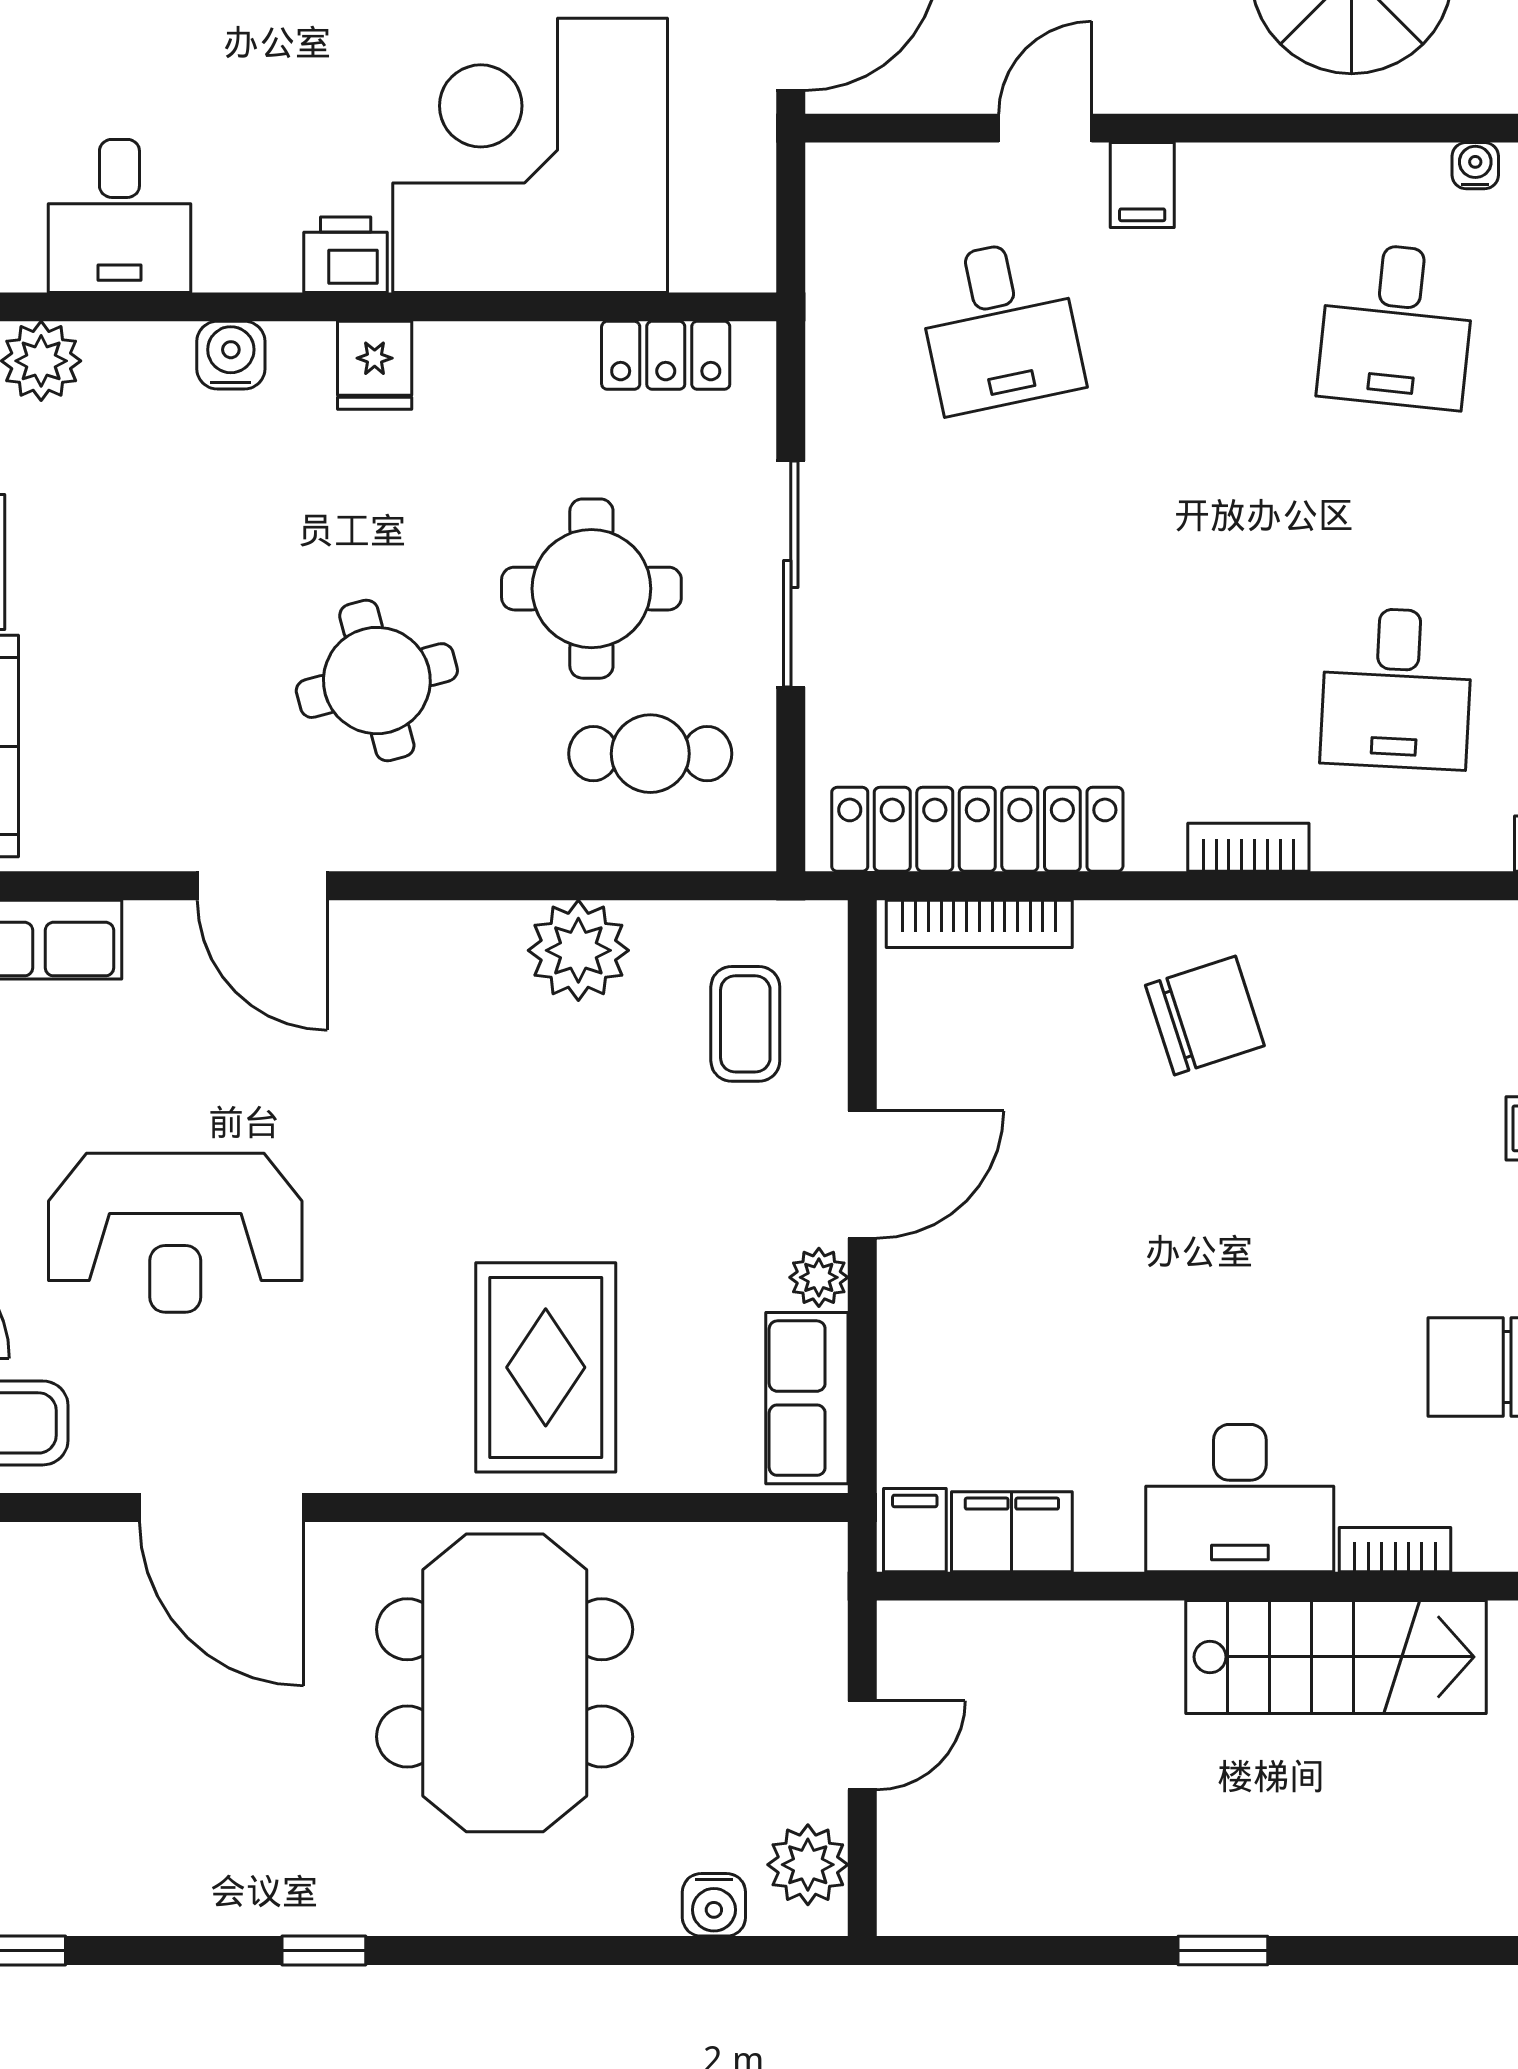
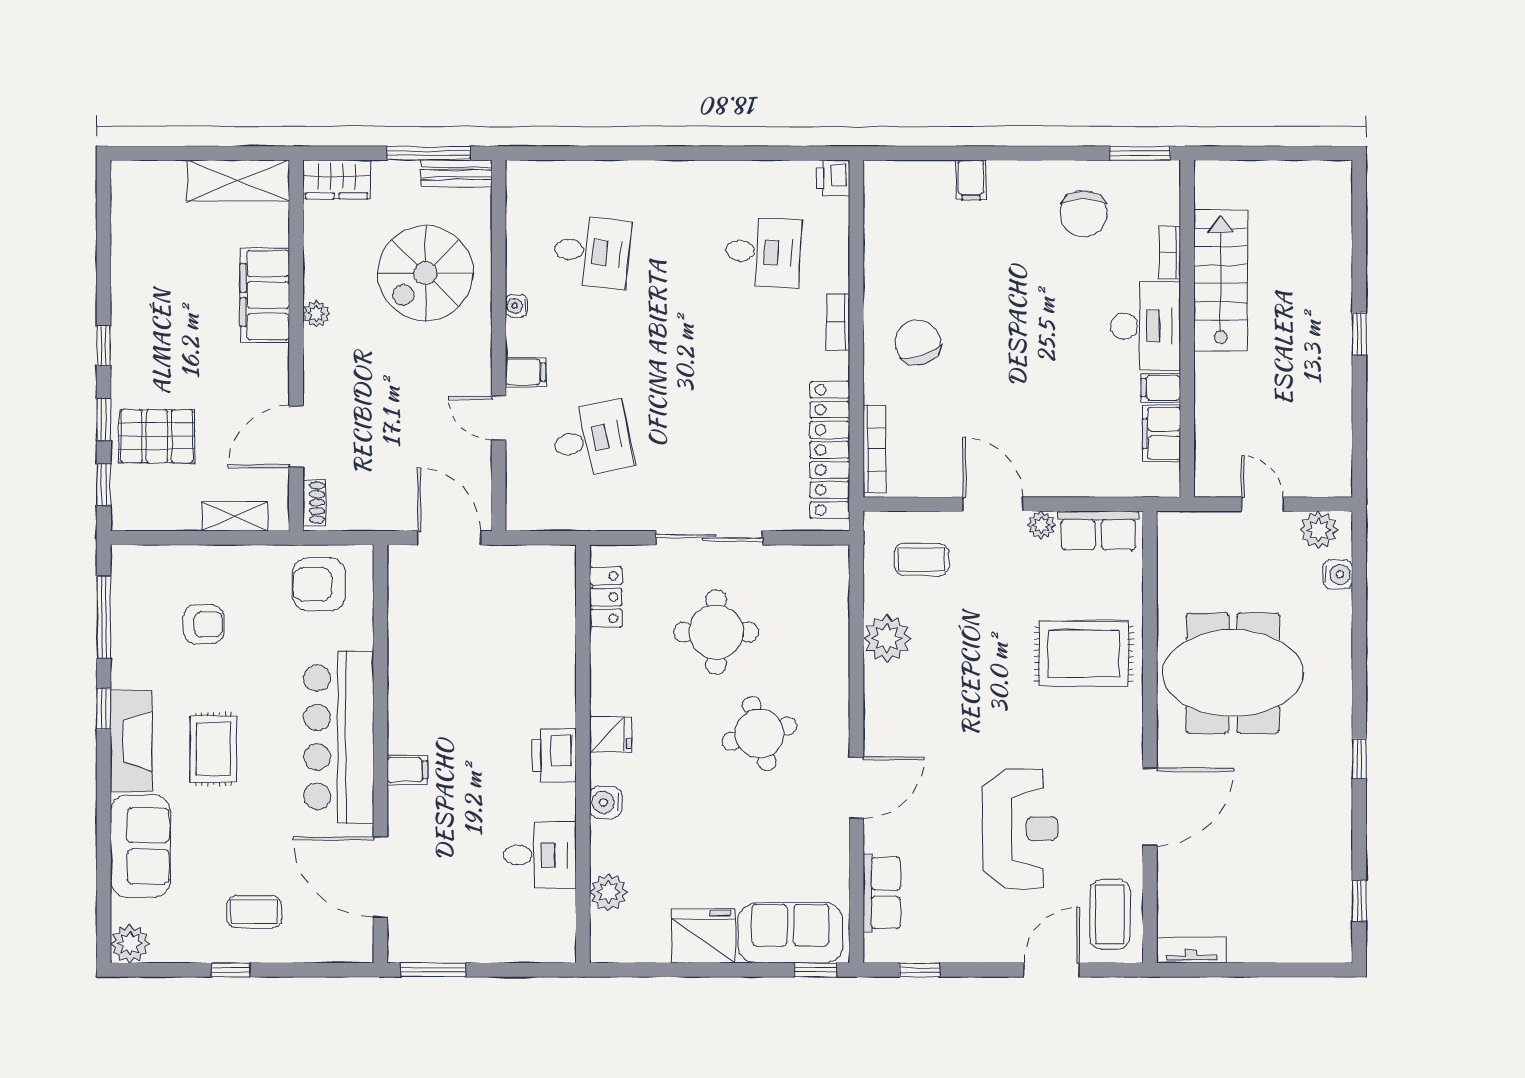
corner desk: (530, 155) -> (511, 661), removed
water cooler: (1475, 166) -> (516, 306), moved
printer: (346, 255) -> (554, 755), width x1.36, depth x1.24
cafe table: (650, 754) -> (794, 604), removed
filing cabinet: (915, 1530) -> (1161, 388), moved

